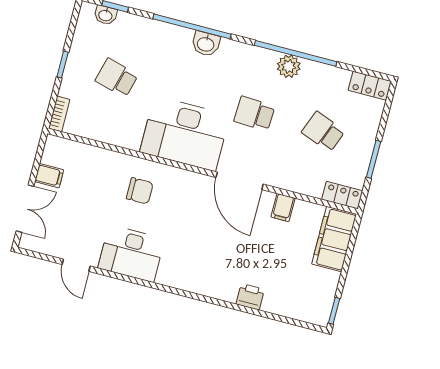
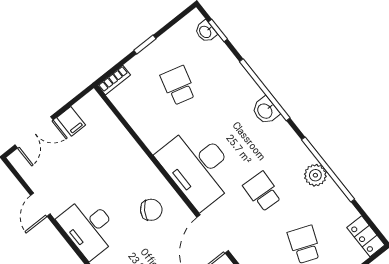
chair: (140, 191) -> (151, 210), moved, turned -57

